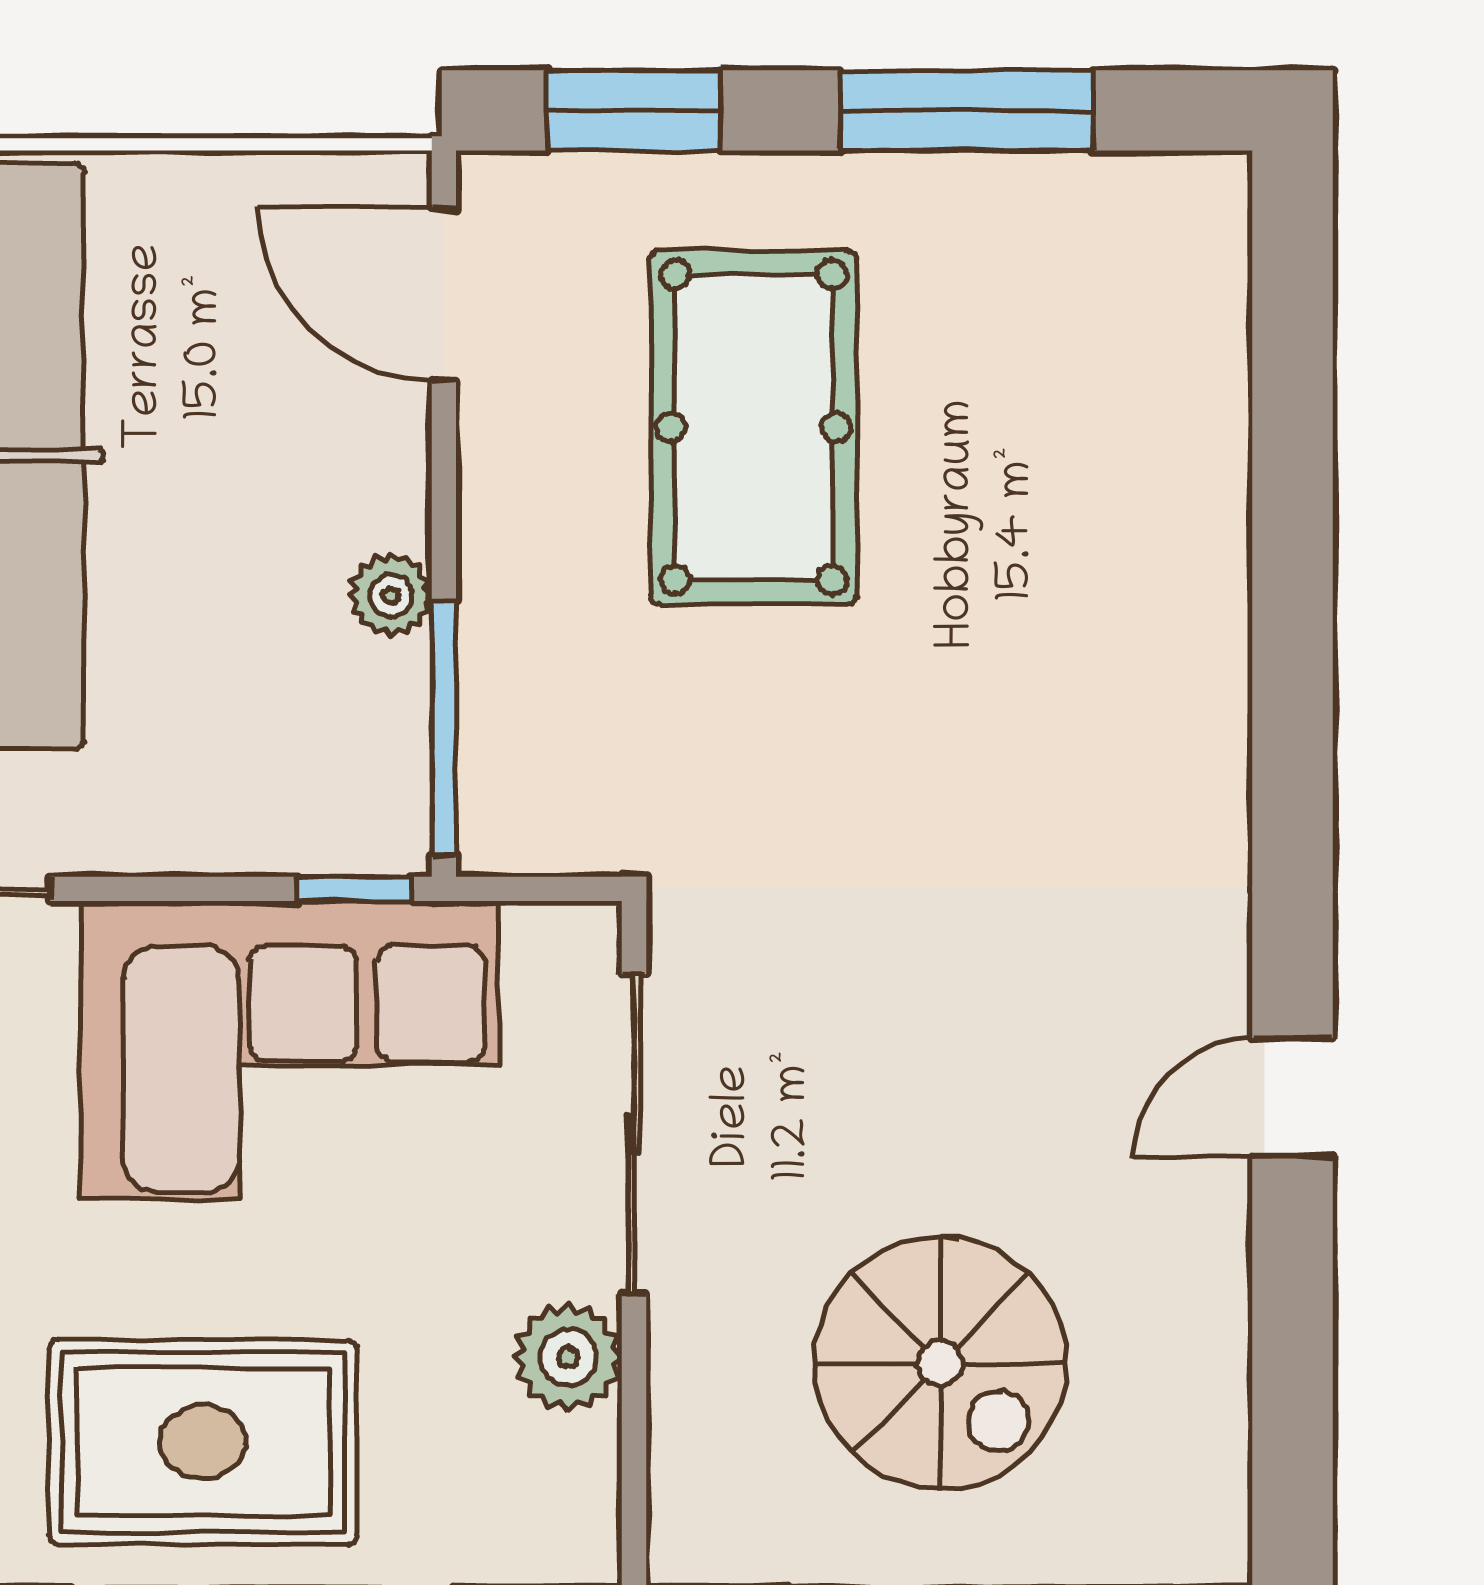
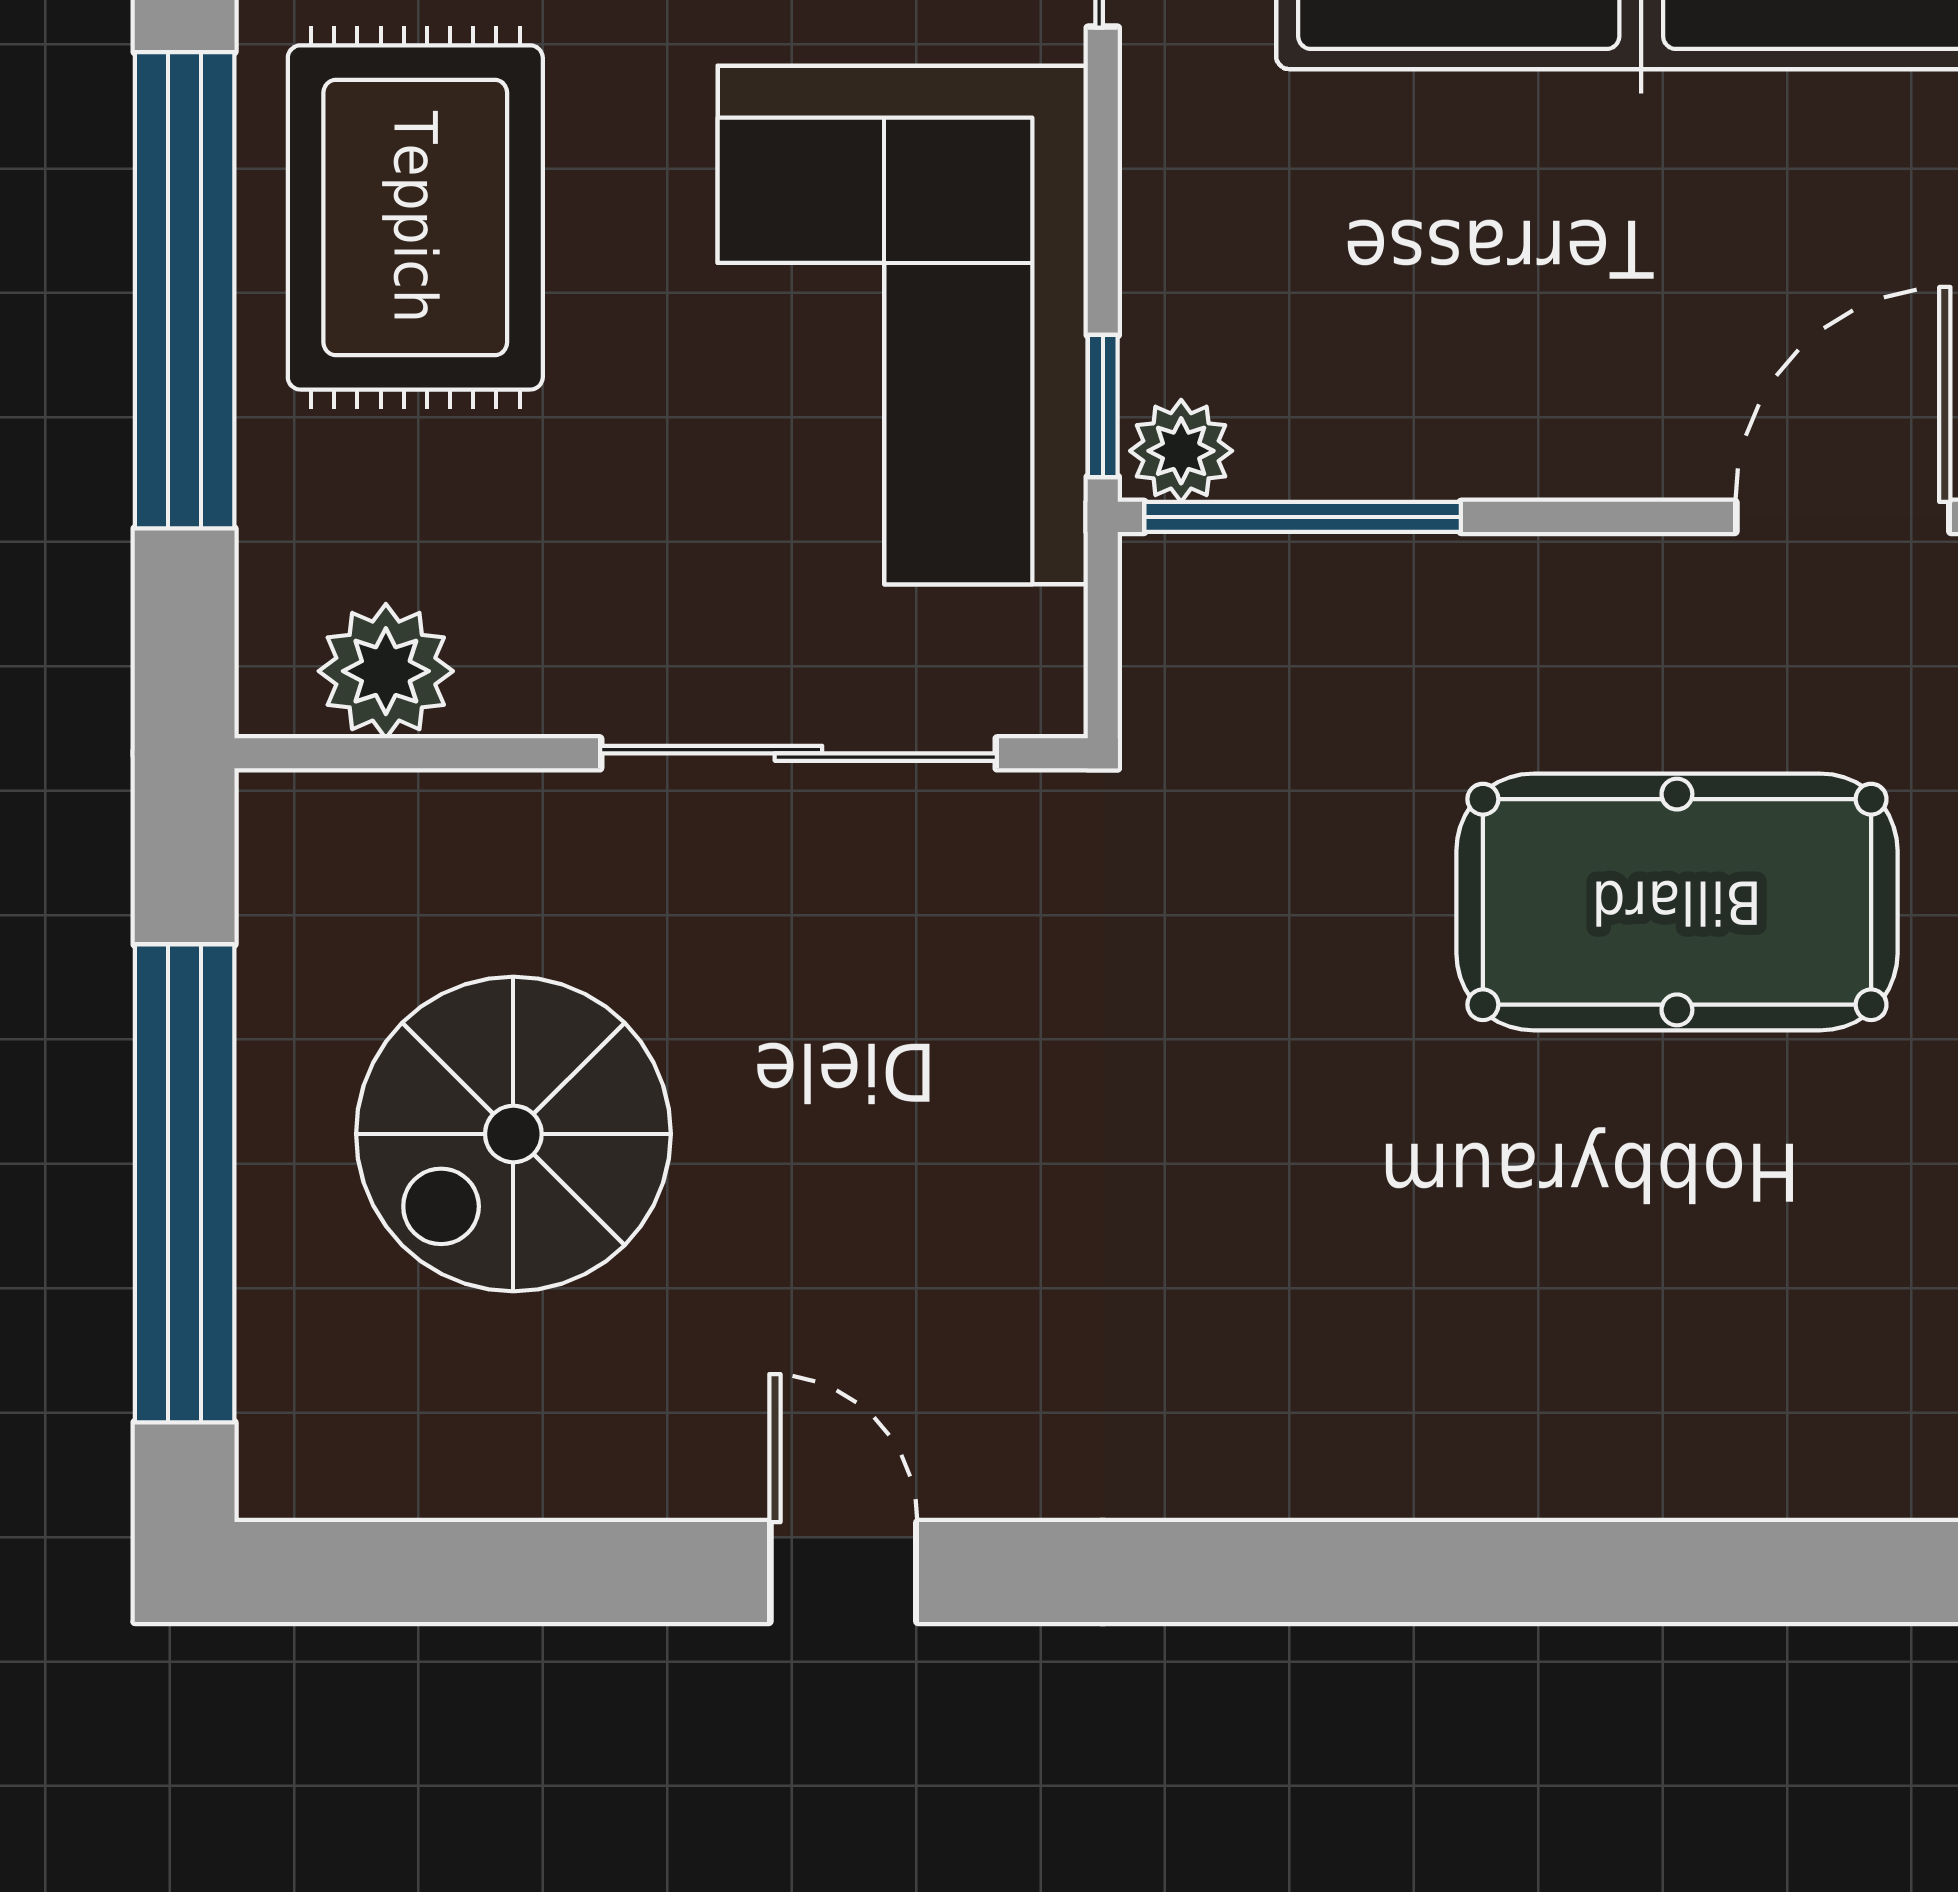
plant: (391, 595) -> (1181, 451), moved
plant: (568, 1357) -> (386, 671), moved

